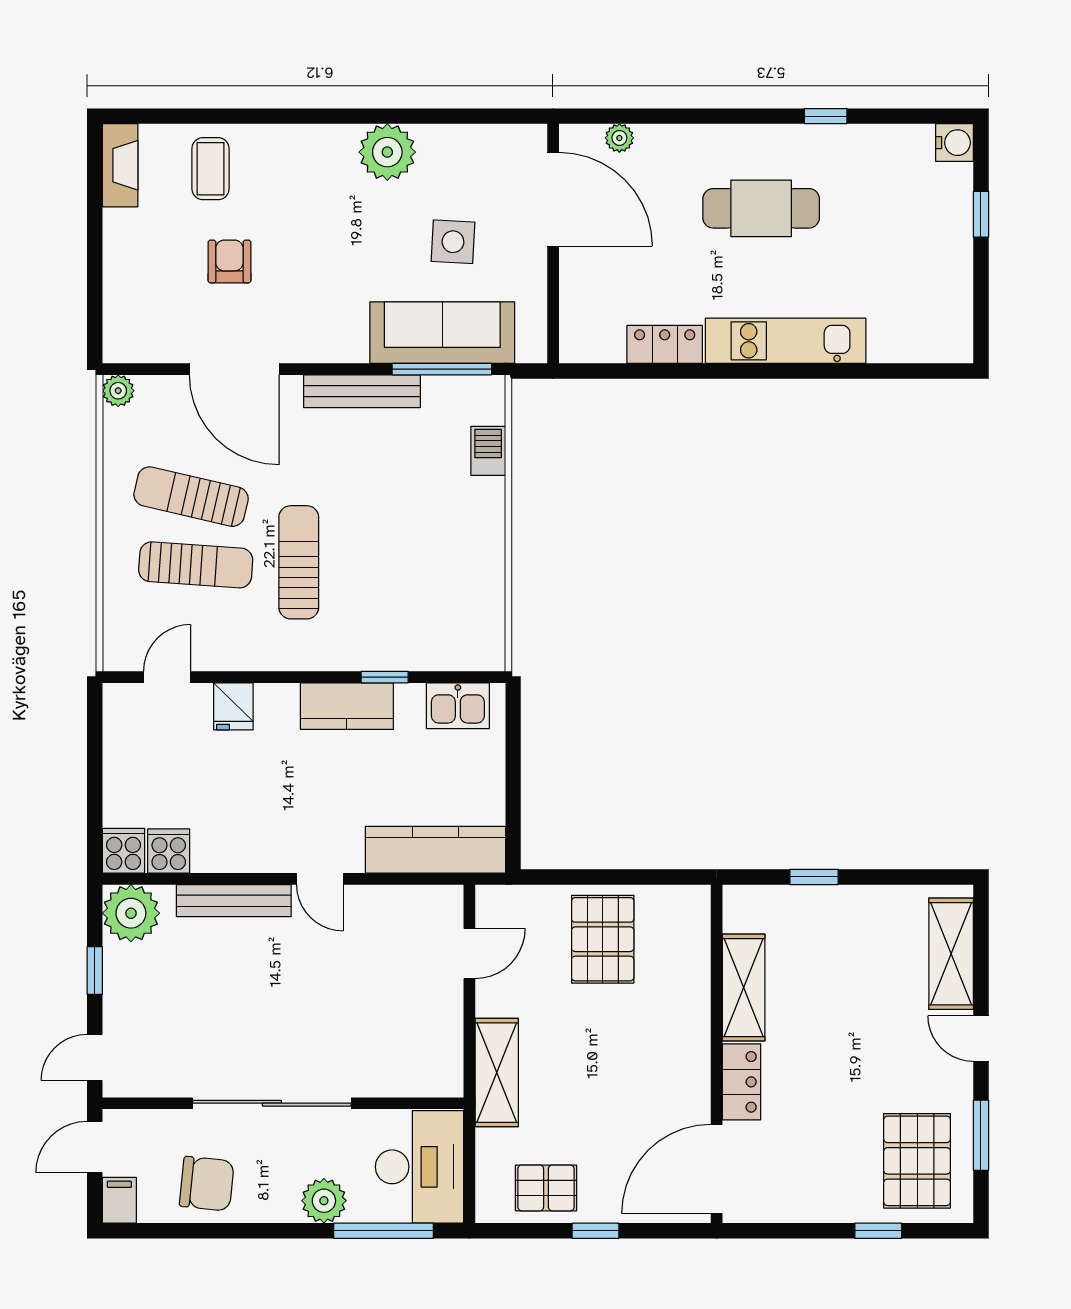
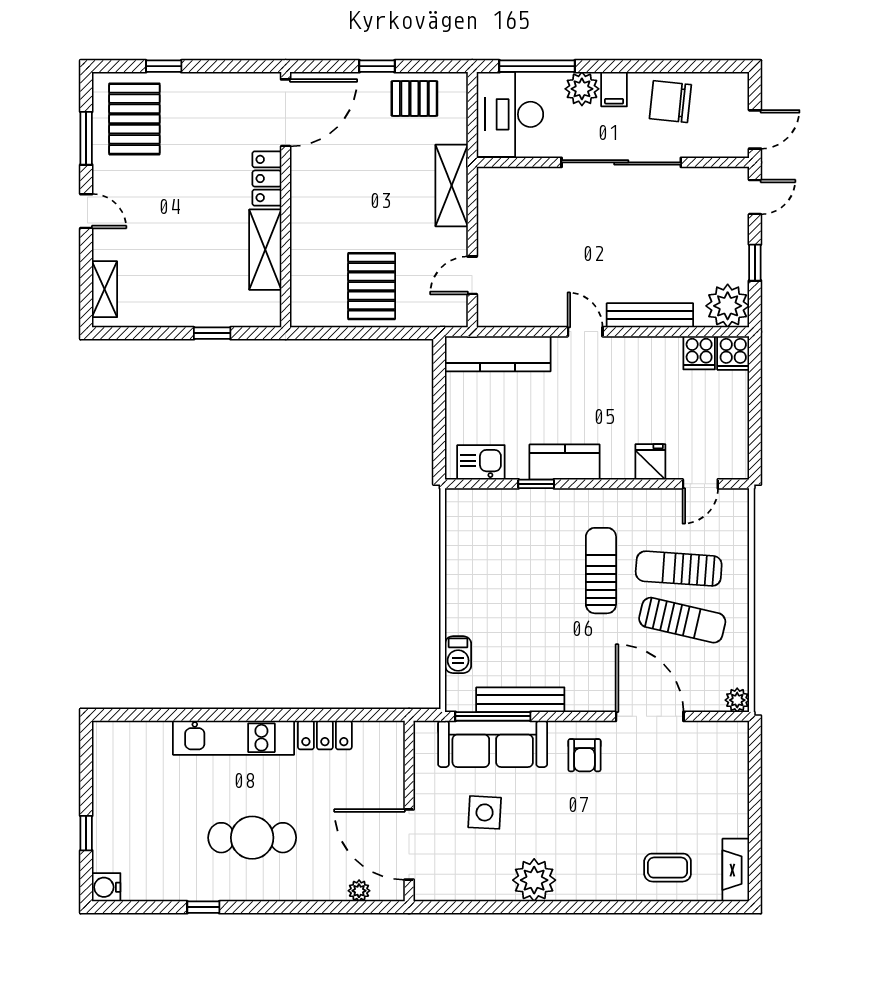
coffee table: (211, 169) -> (668, 868), turned 90
armchair: (229, 261) -> (584, 755), moved
bench: (362, 391) -> (520, 700), moved
sun lounger: (299, 562) -> (601, 571), turned 180
shelving: (951, 954) -> (105, 289), width x0.67, depth x0.75
filing cabinet: (119, 1200) -> (614, 89), moved

